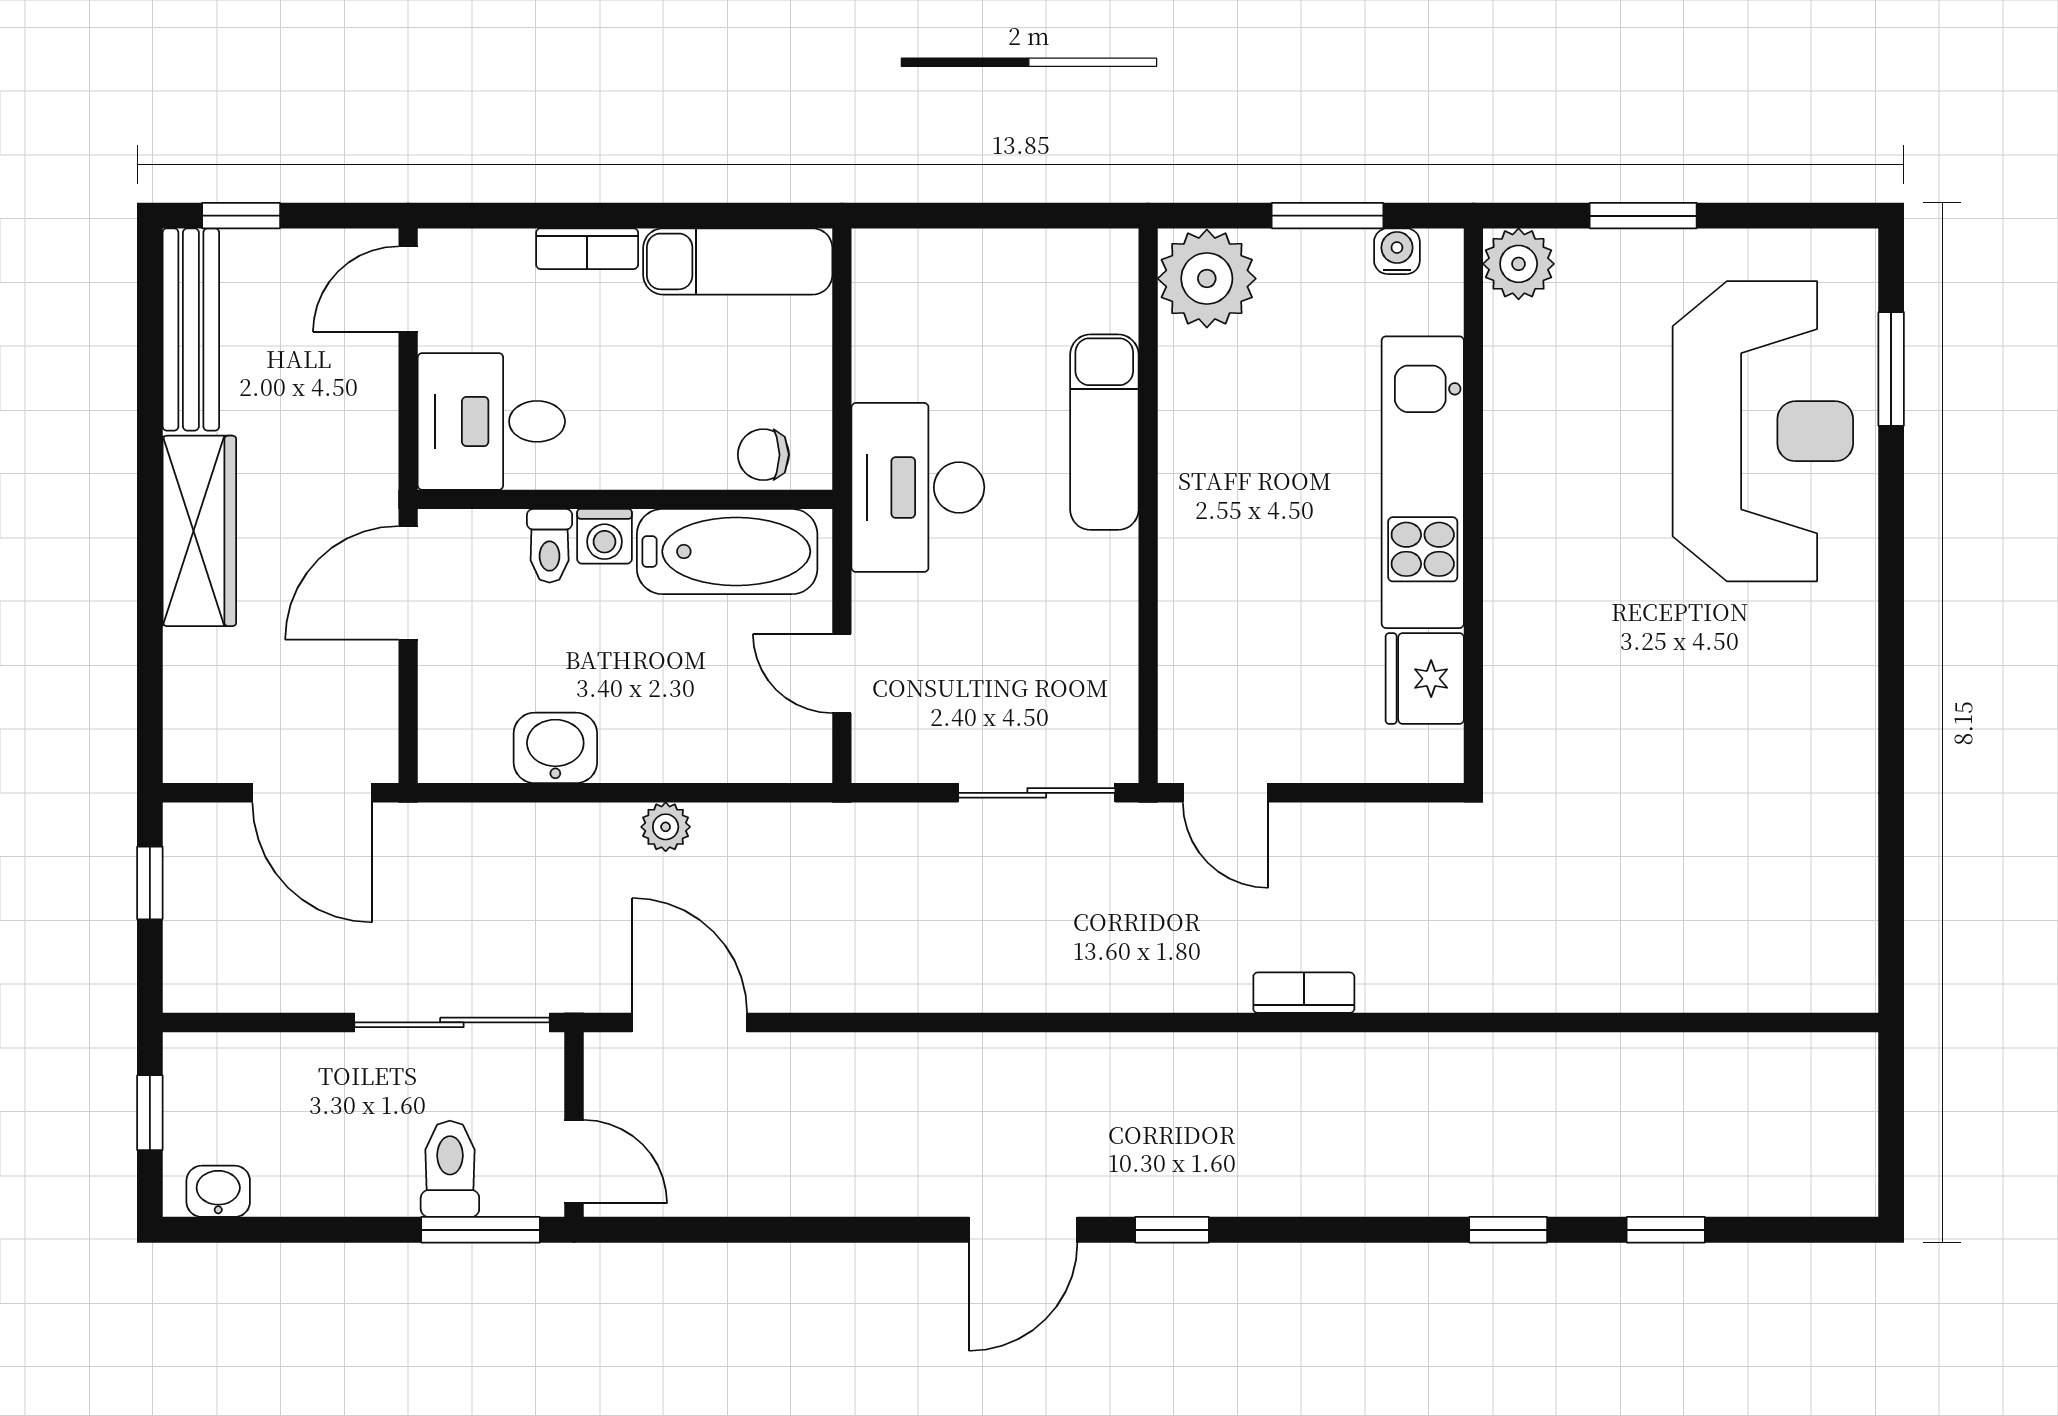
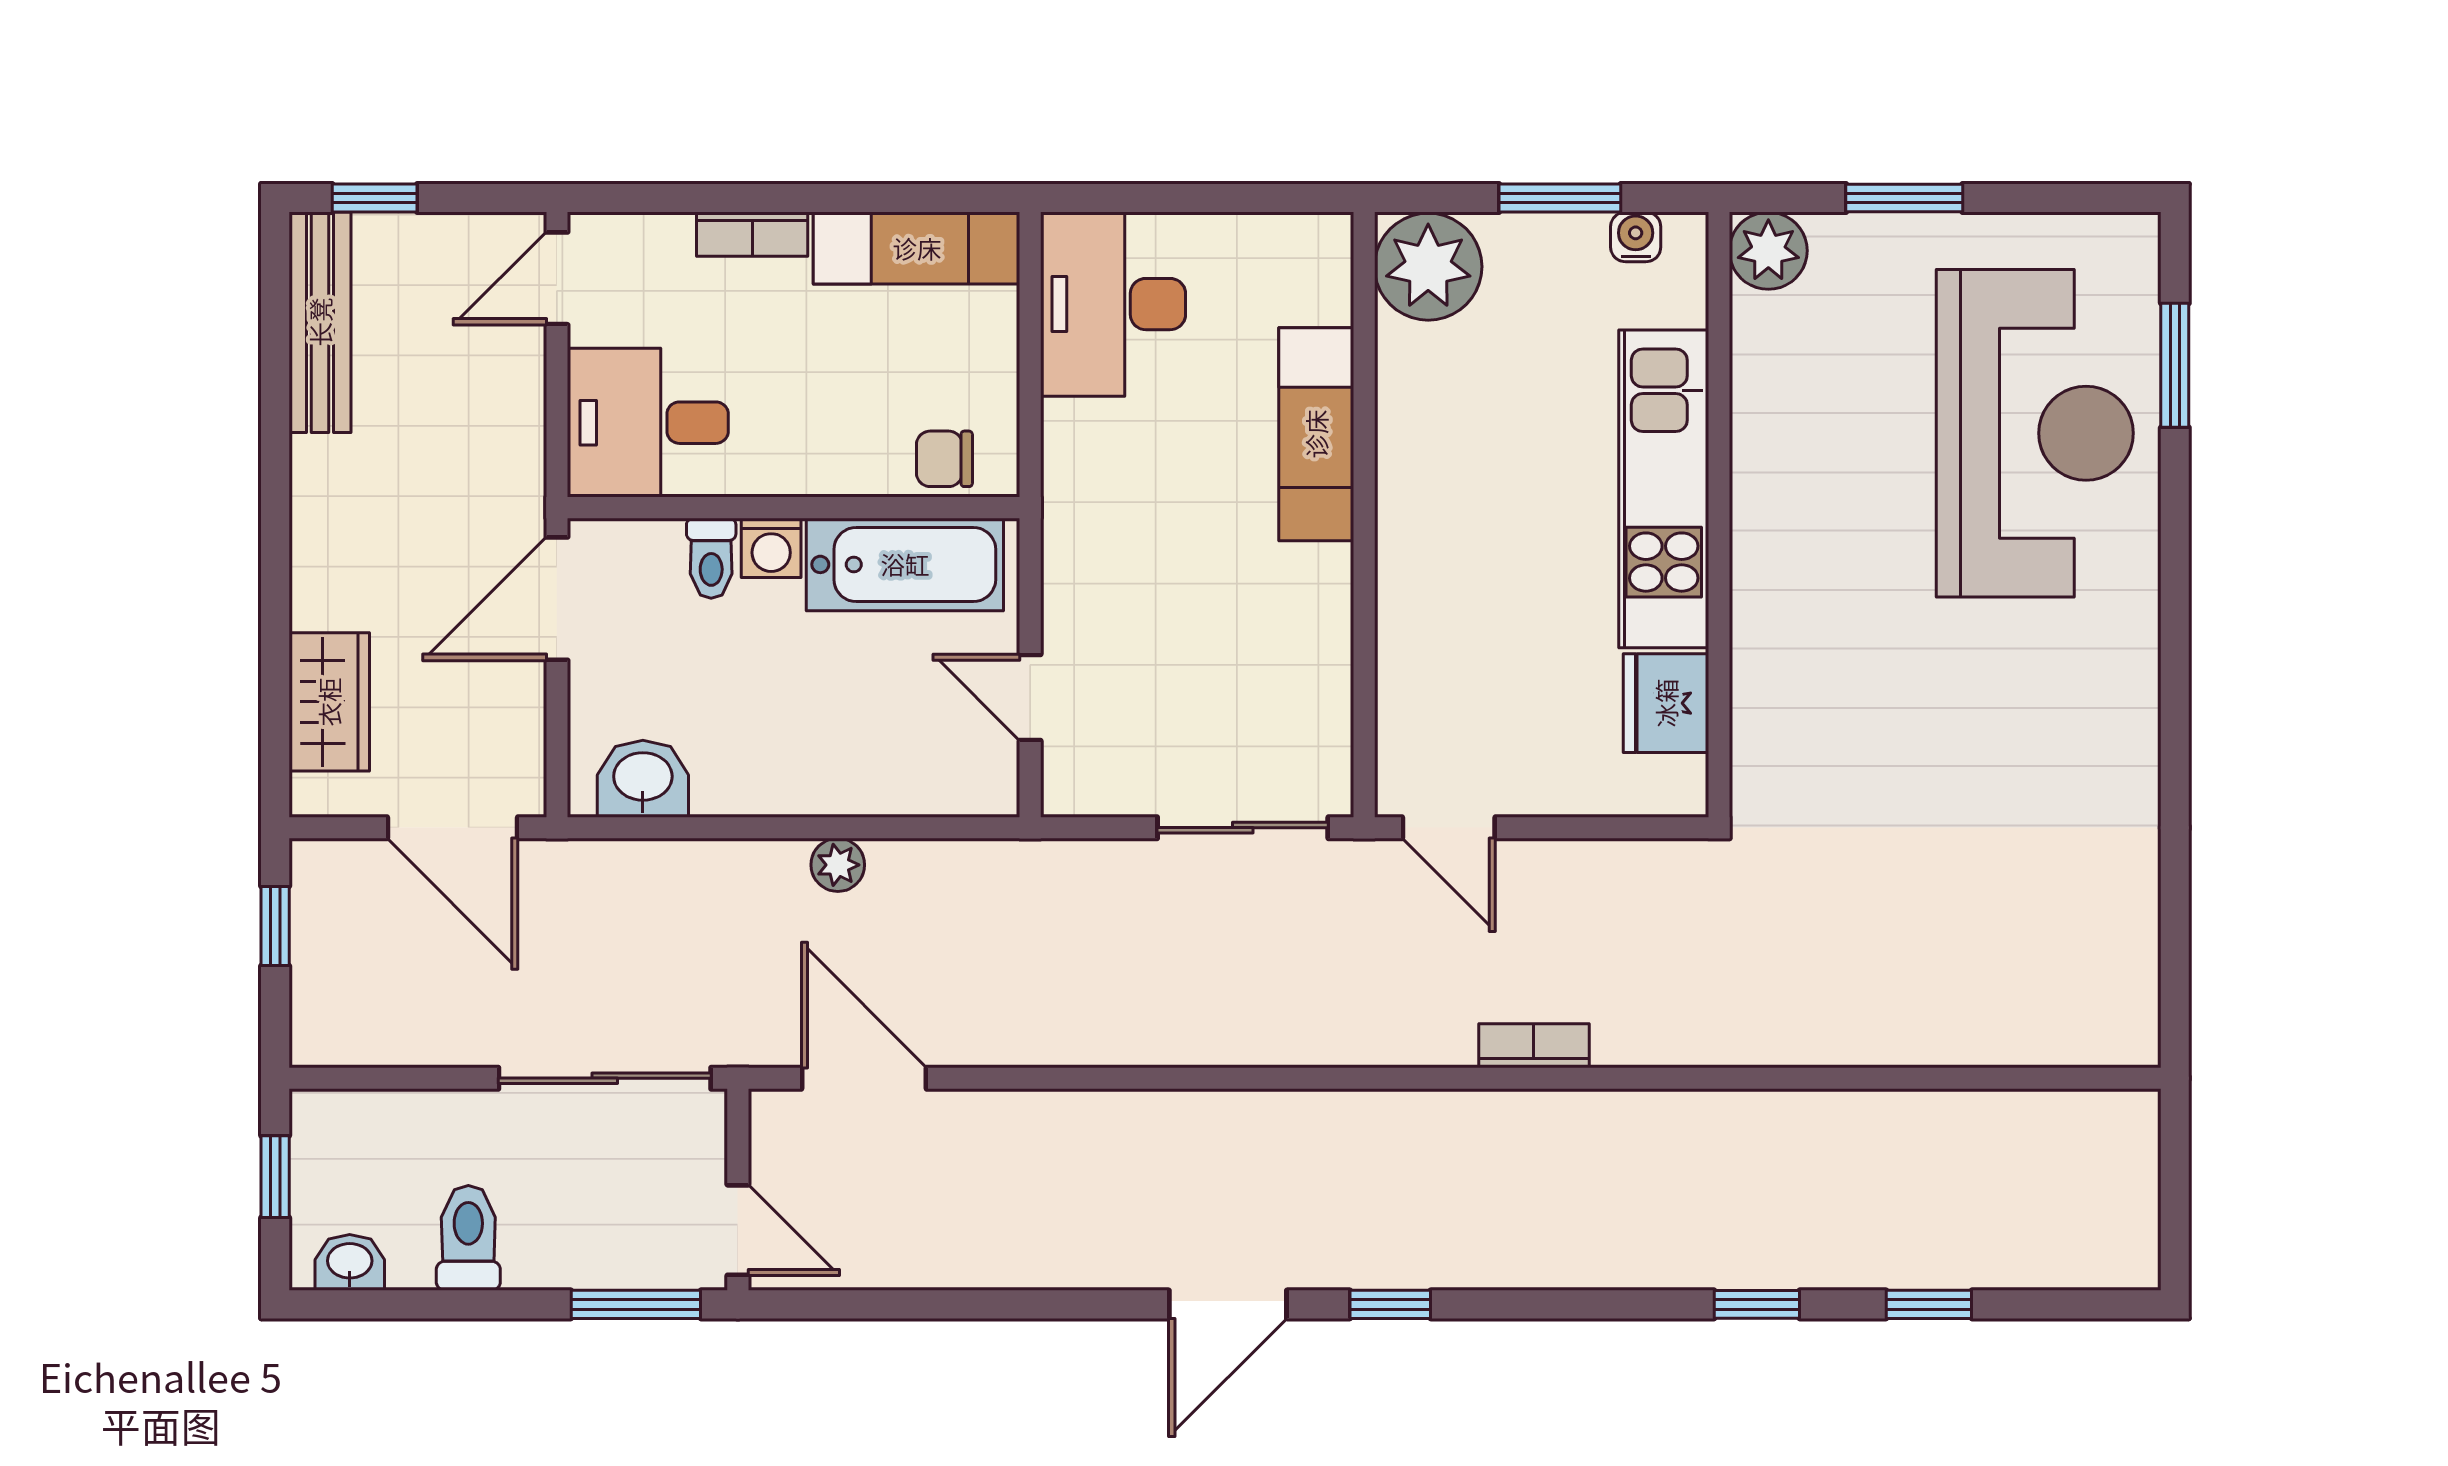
desk: (918, 487) -> (1113, 304), moved
wardrobe: (199, 531) -> (329, 702), moved, width x0.67
washbasin: (555, 748) -> (643, 779), moved
toilet: (450, 1169) -> (468, 1238), moved

